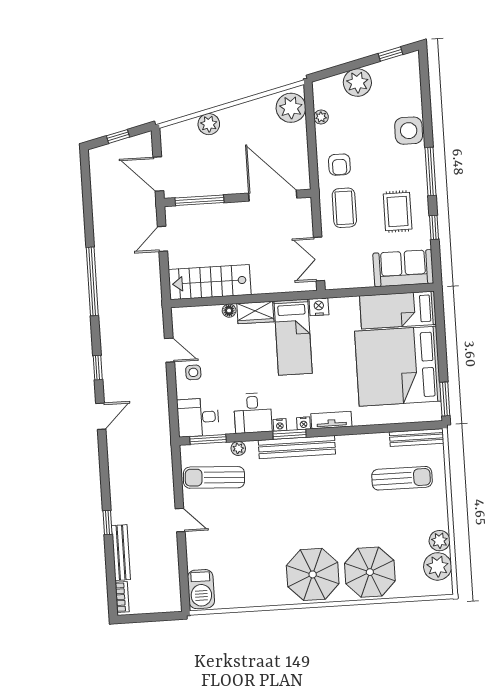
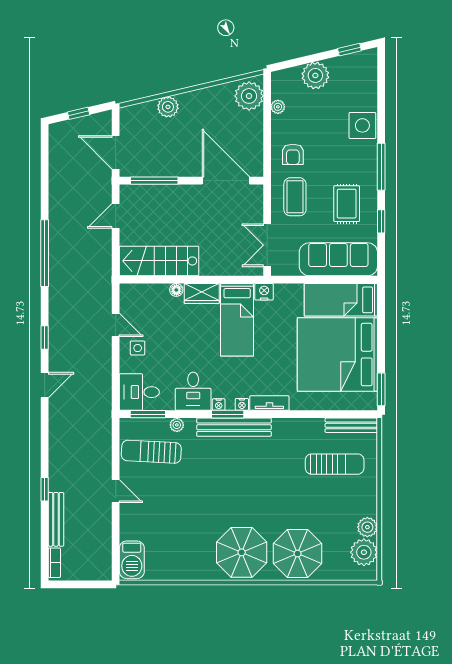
sofa: (403, 268) -> (338, 259), width x1.36

